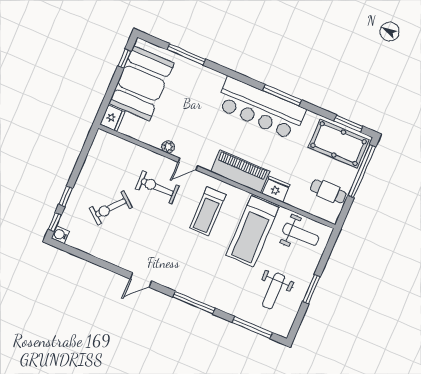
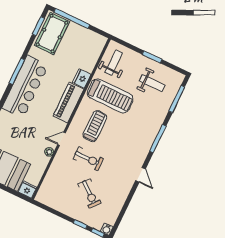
door: (188, 164) -> (62, 139), swing flipped
exercise bike: (157, 187) -> (88, 159), moved, turned -90
cafe table: (328, 191) -> (85, 42), removed
treadmill: (208, 211) -> (95, 126), turned -90

